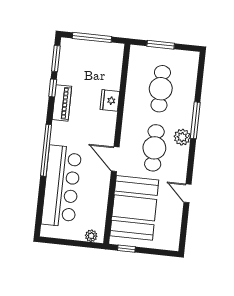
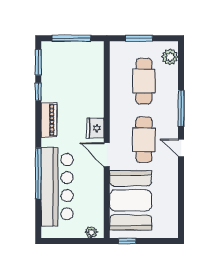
fridge: (110, 100) -> (95, 128), moved
piano: (62, 103) -> (49, 120), moved
plant: (182, 137) -> (170, 57), moved
window: (46, 150) -> (38, 173), moved
door: (188, 193) -> (181, 148), moved

